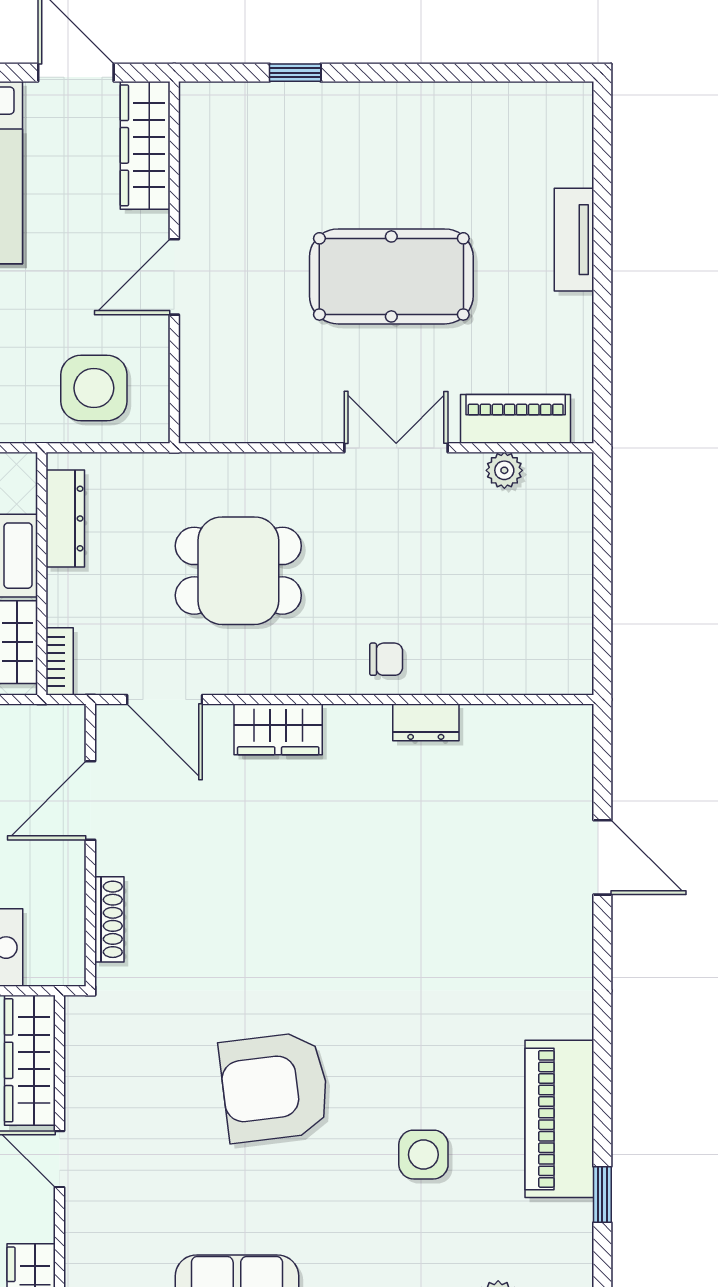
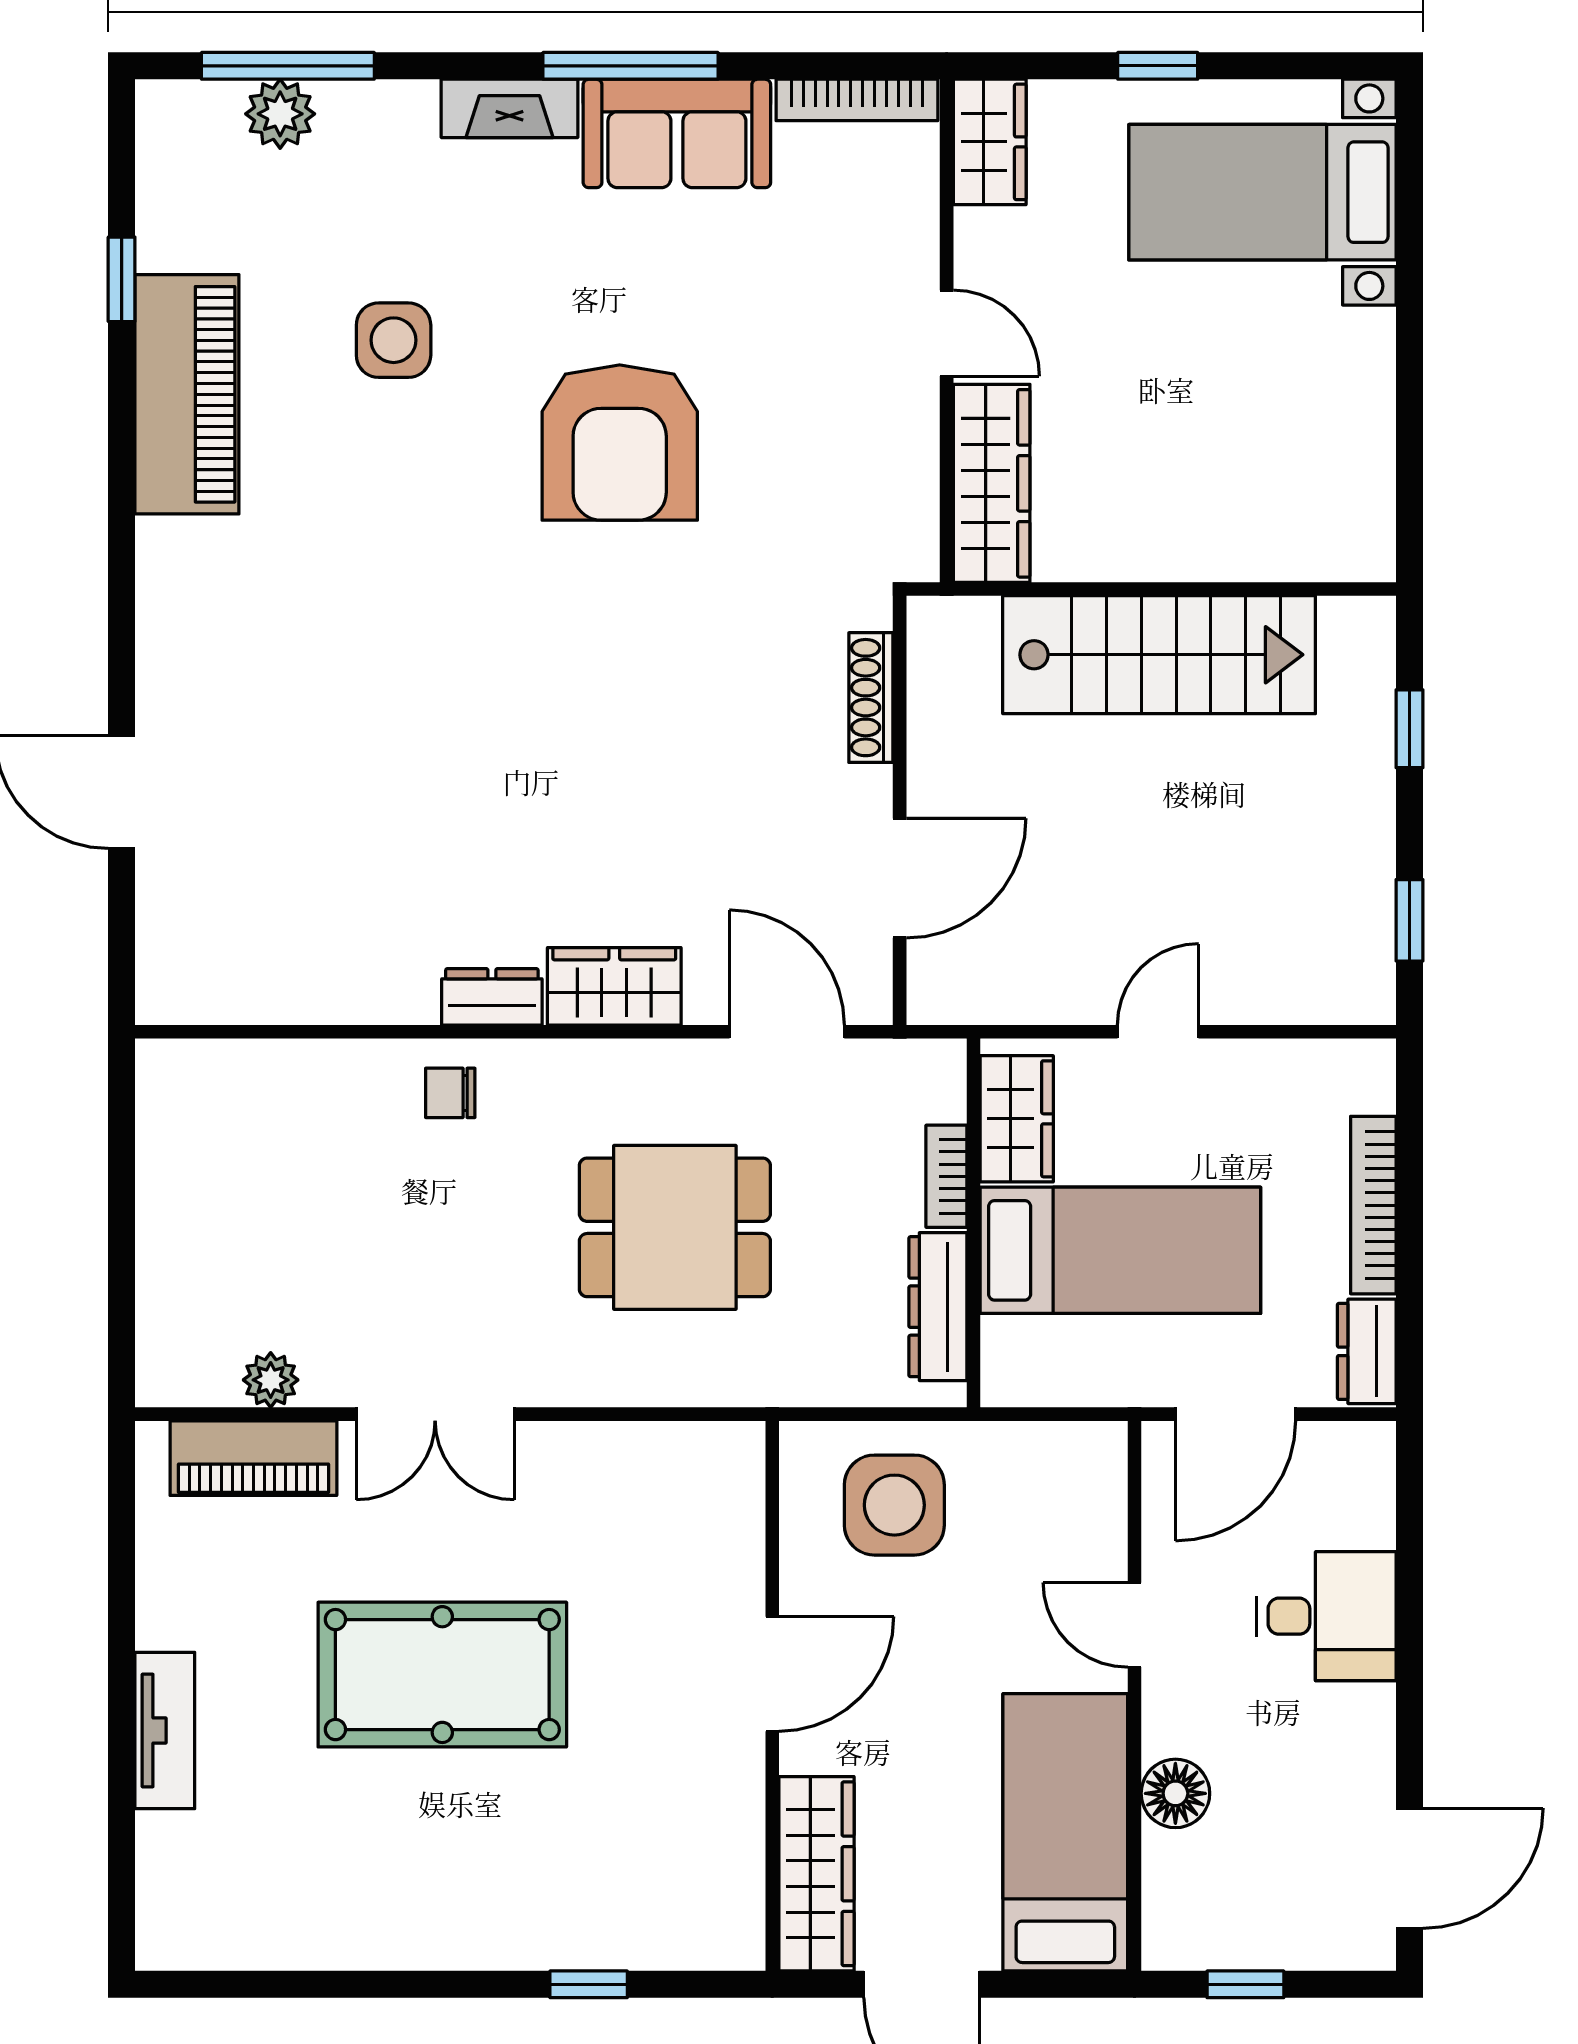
bookcase: (60, 661) -> (946, 1176), moved
dresser: (426, 722) -> (492, 997), moved
armchair: (275, 1087) -> (620, 442), turned 97

